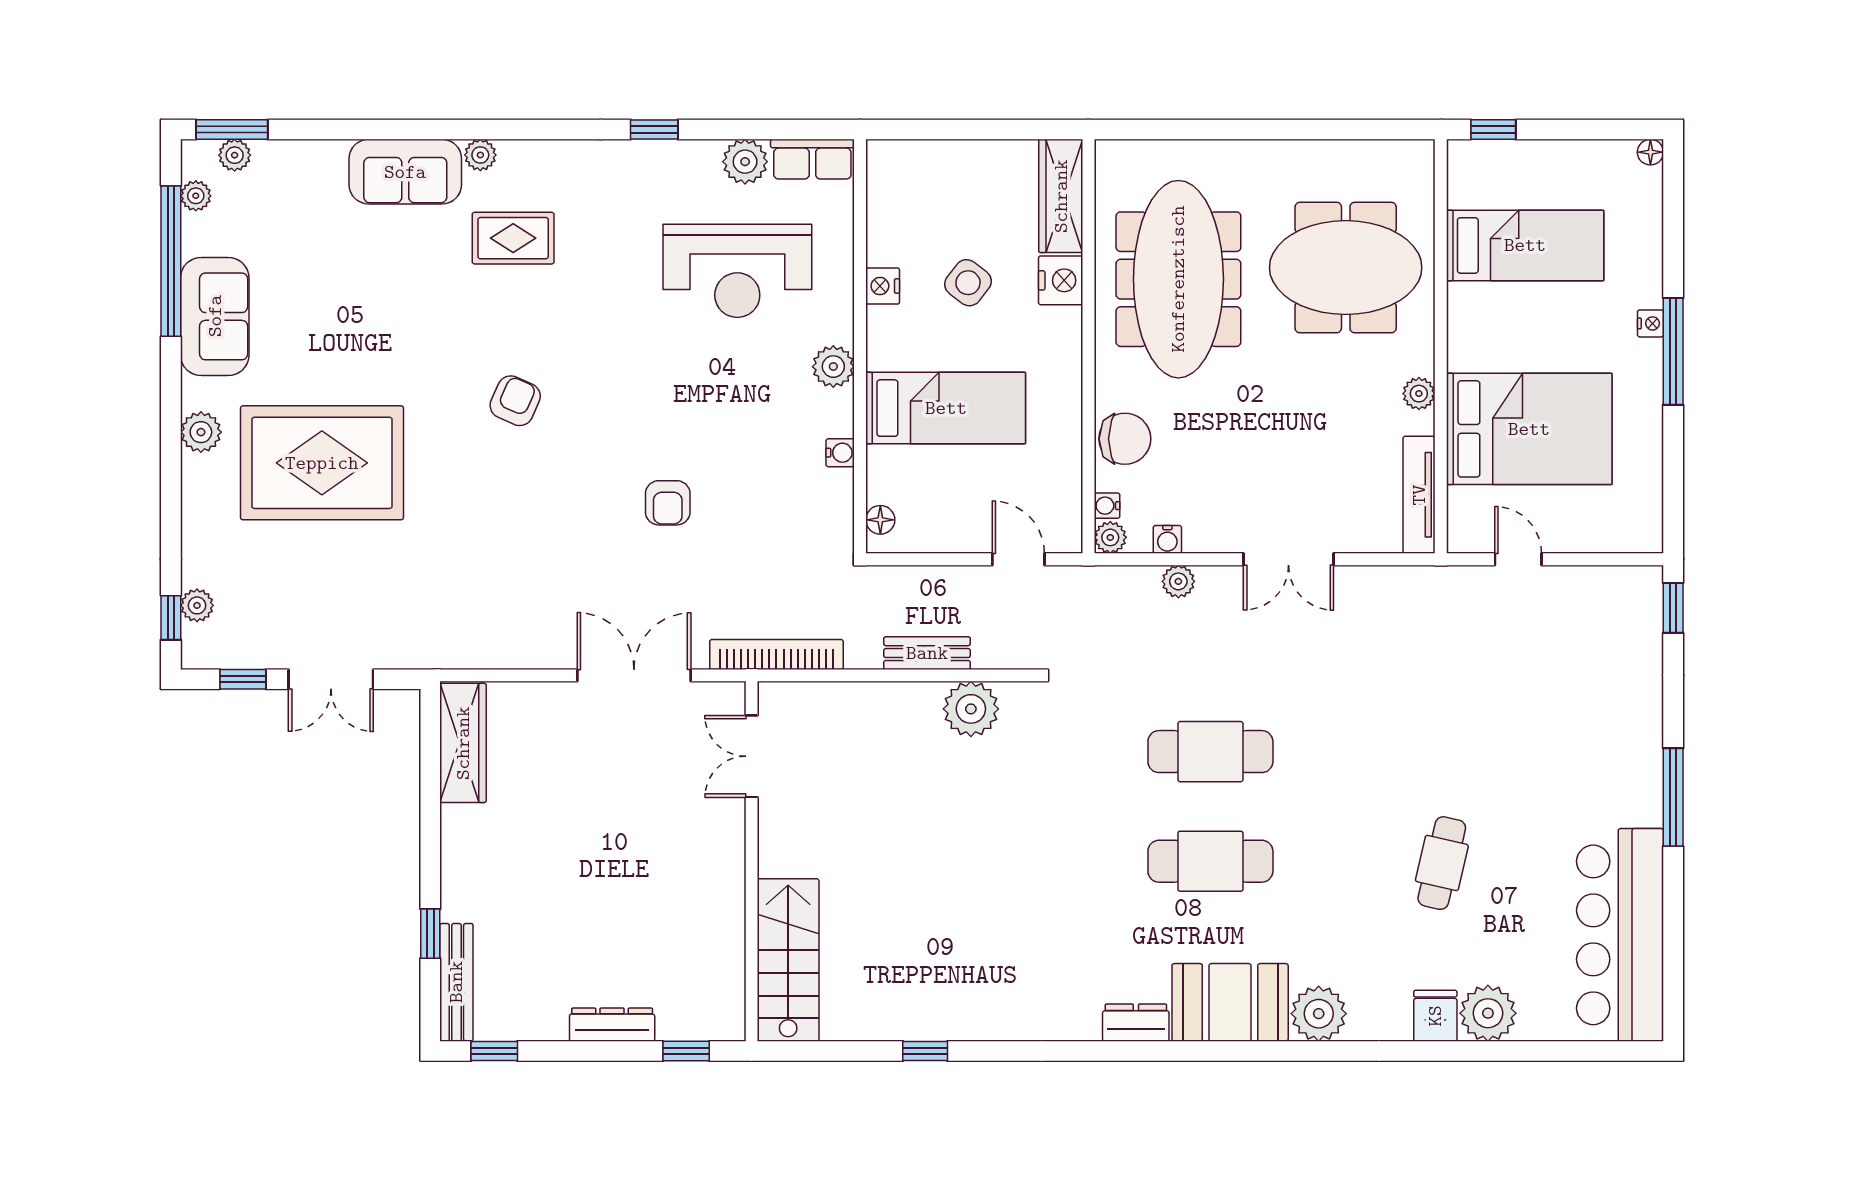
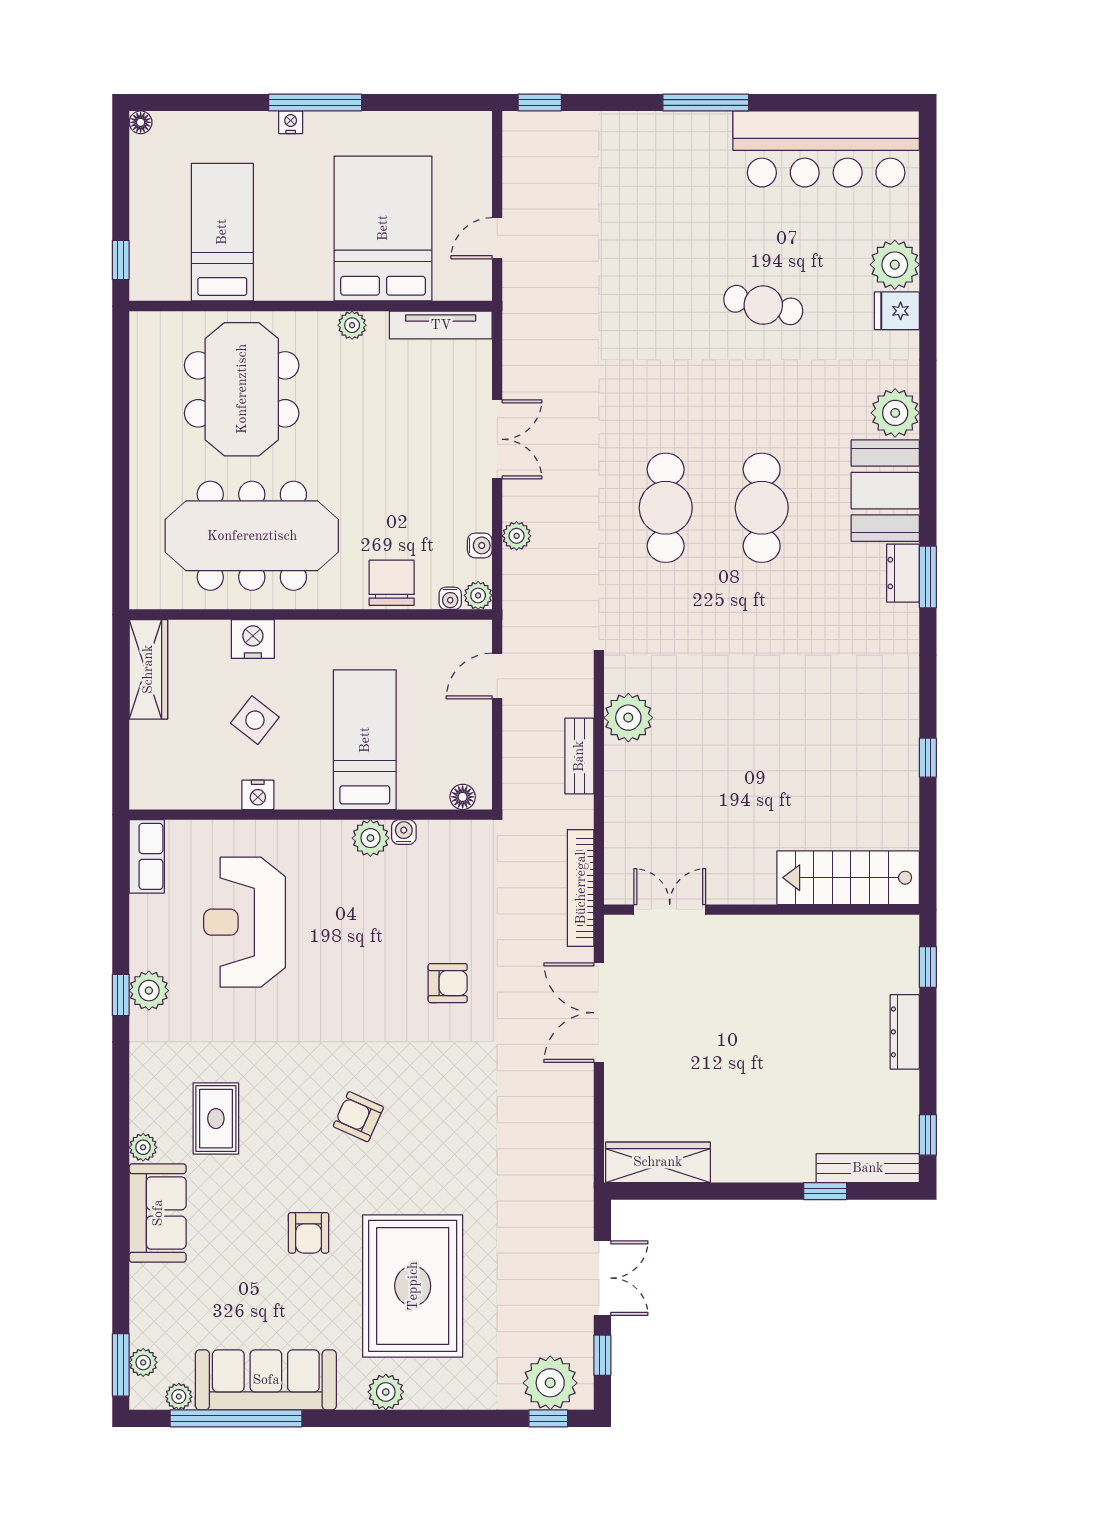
plant: (745, 162) -> (149, 991), moved
wardrobe: (1061, 196) -> (148, 669), moved, turned -90
reception desk: (737, 271) -> (245, 922), turned 180
sofa: (215, 316) -> (266, 1380), width x1.36
armchair: (383, 344) -> (309, 1233), added
plant: (833, 367) -> (370, 838), moved
plant: (197, 605) -> (550, 1383), width x1.88, depth x1.88
double door: (752, 756) -> (670, 910), swing flipped
window: (1131, 1051) -> (928, 577), added

